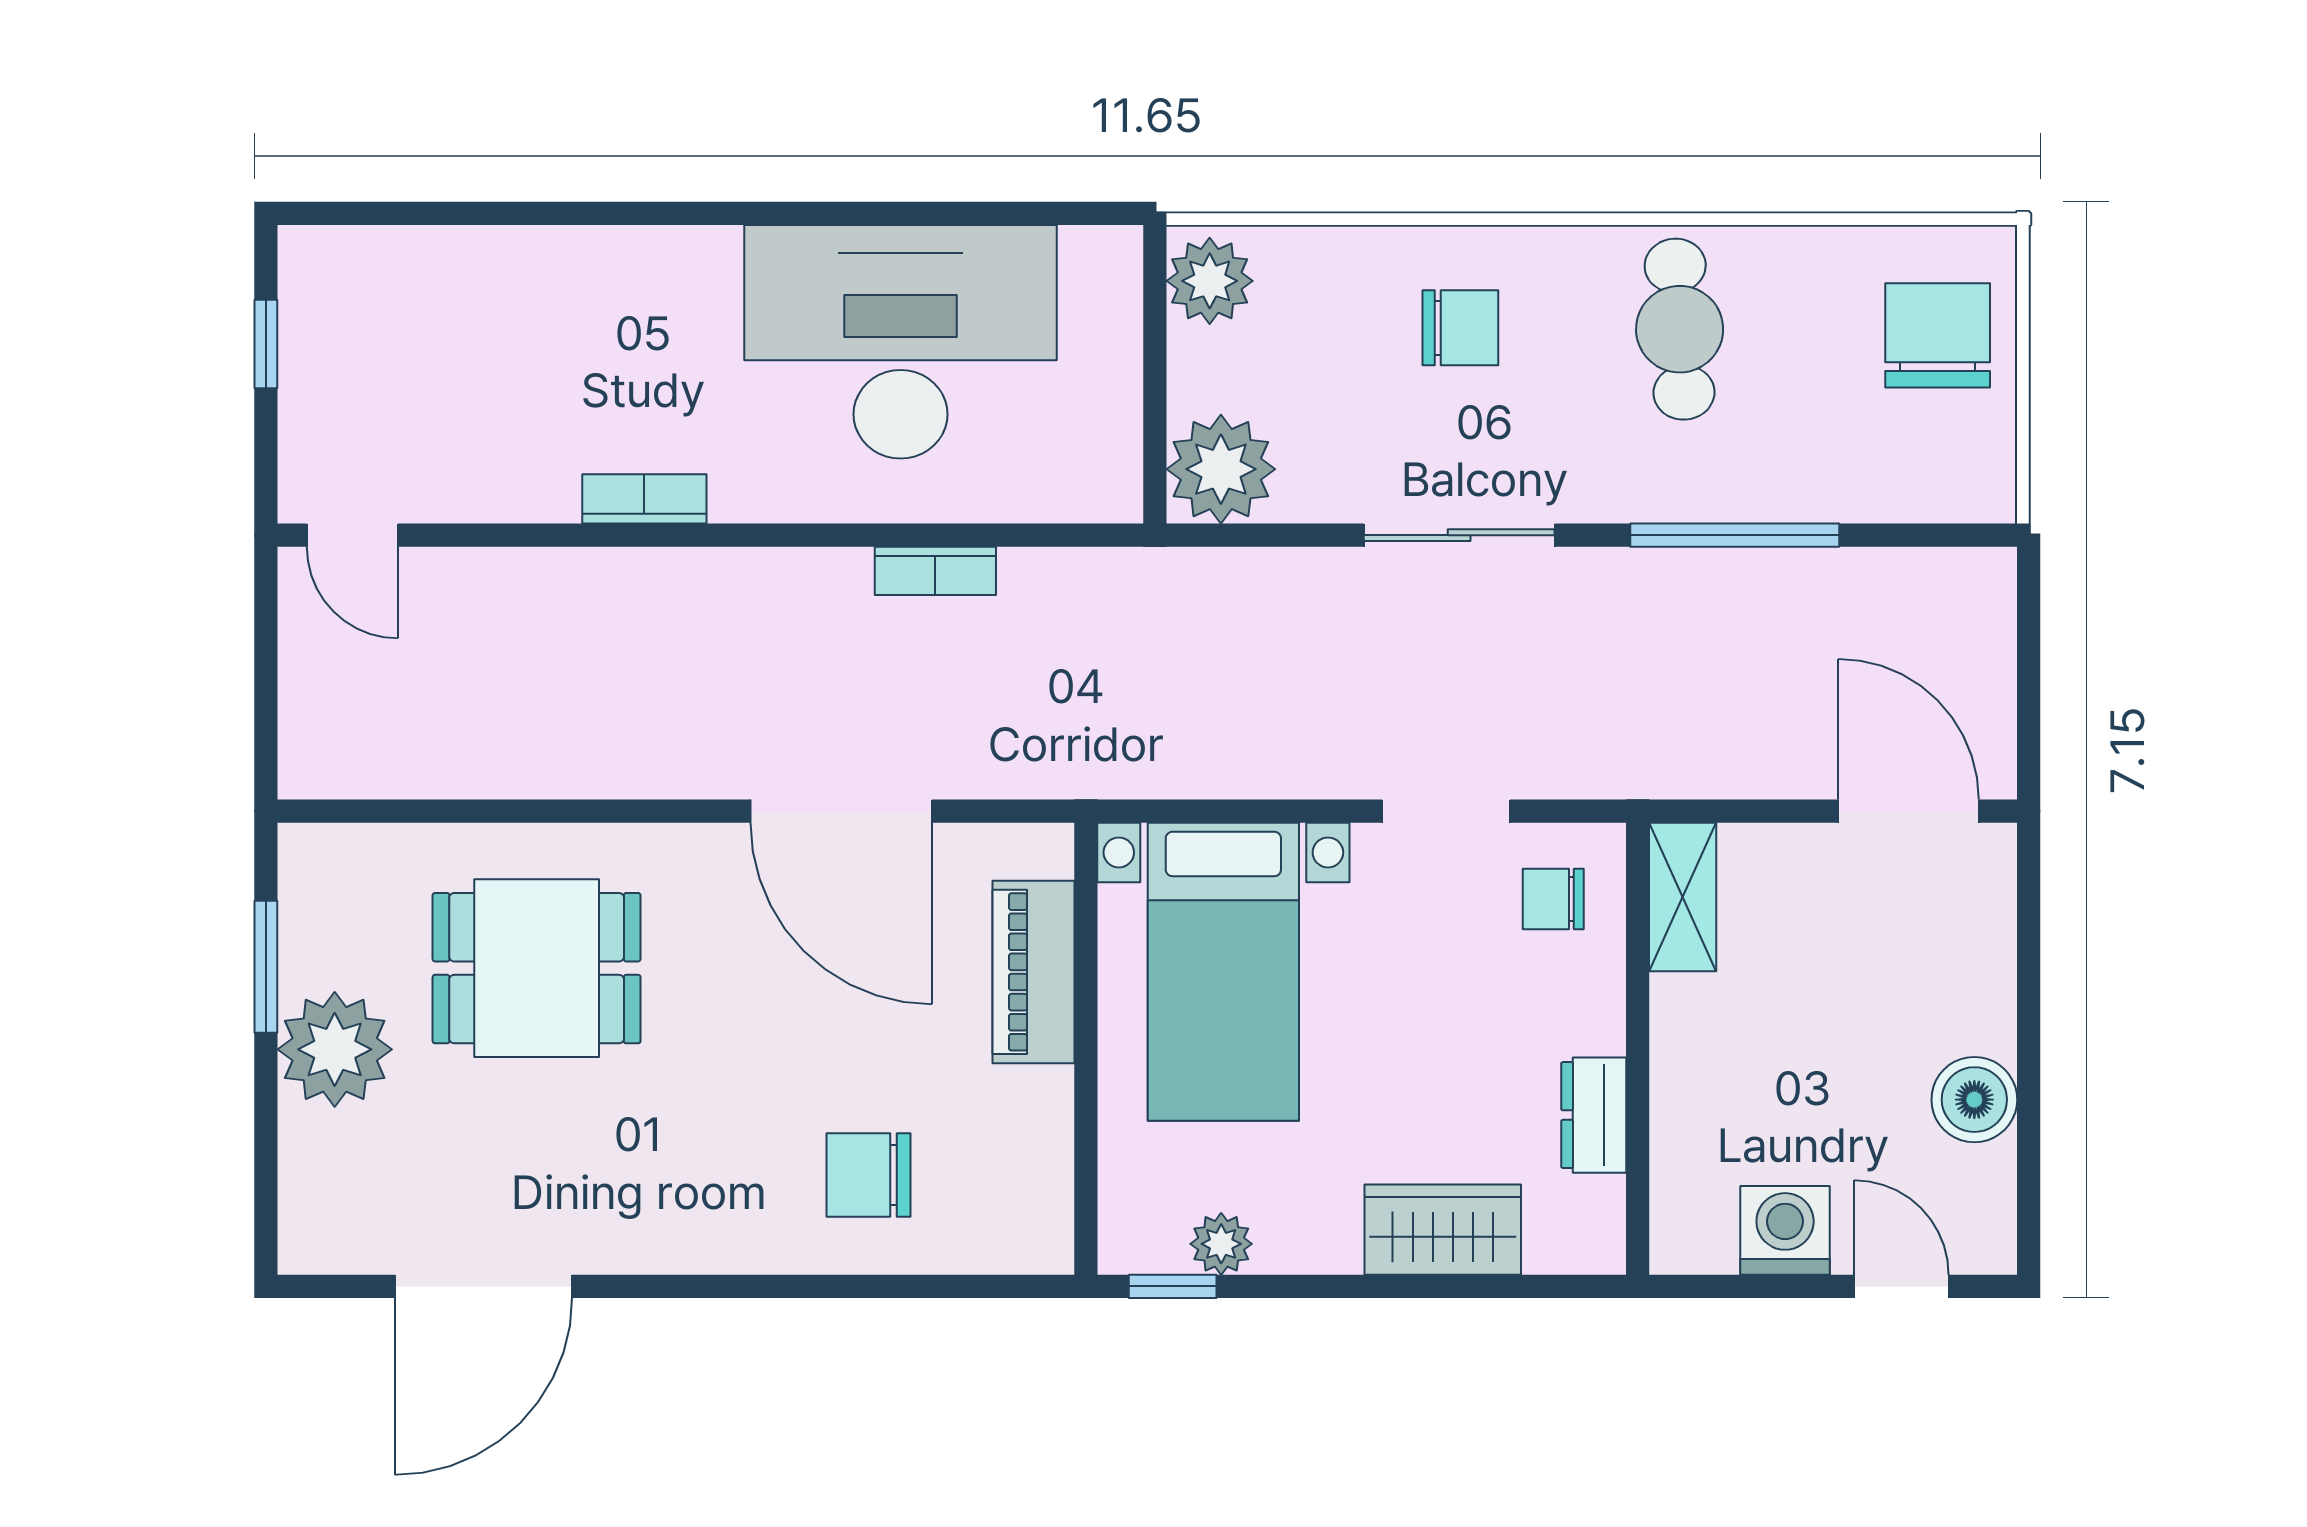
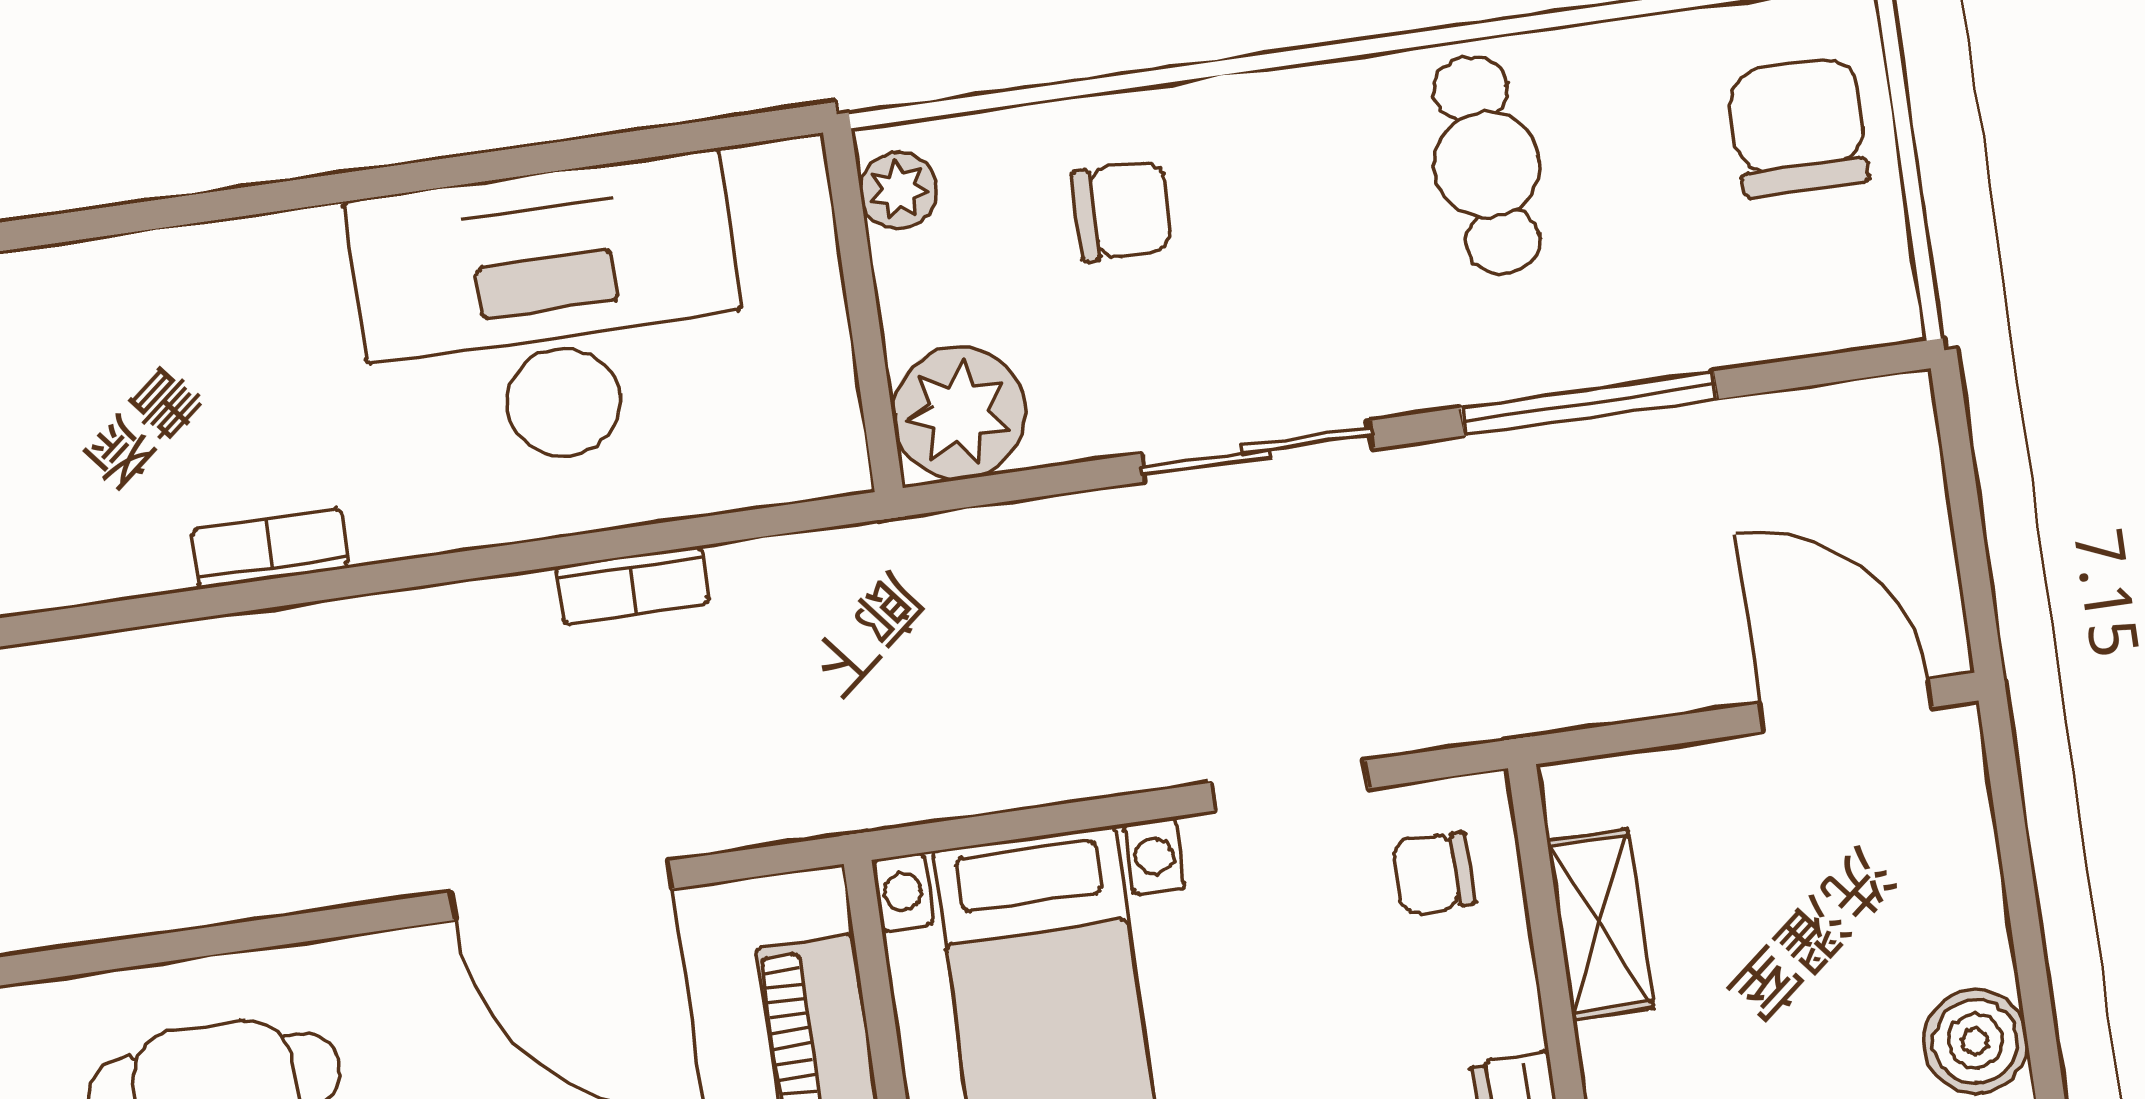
plant: (1210, 281) -> (898, 190), width x0.73, depth x0.73
chair: (1460, 328) -> (1122, 211), moved
shelving: (1683, 897) -> (1600, 924), moved

